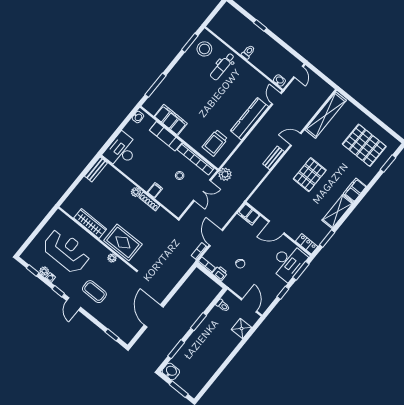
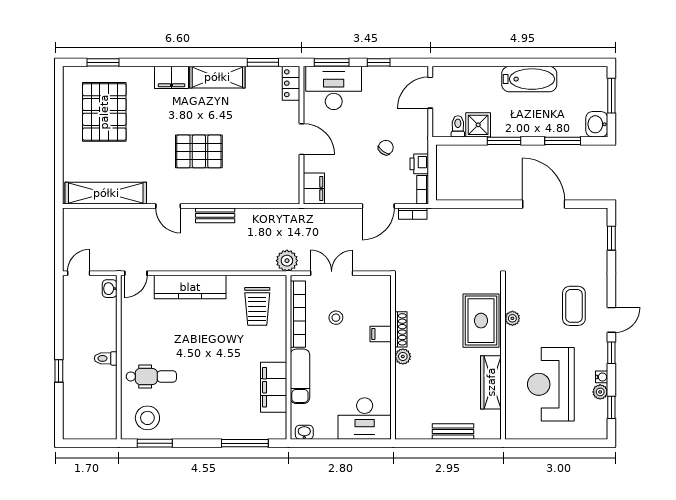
trolley: (215, 143) -> (257, 306), turned 90
bench: (96, 169) -> (453, 431), moved
door: (154, 316) -> (544, 204), swing flipped
shower: (242, 329) -> (478, 125), moved
bathtub: (218, 357) -> (529, 79), added

